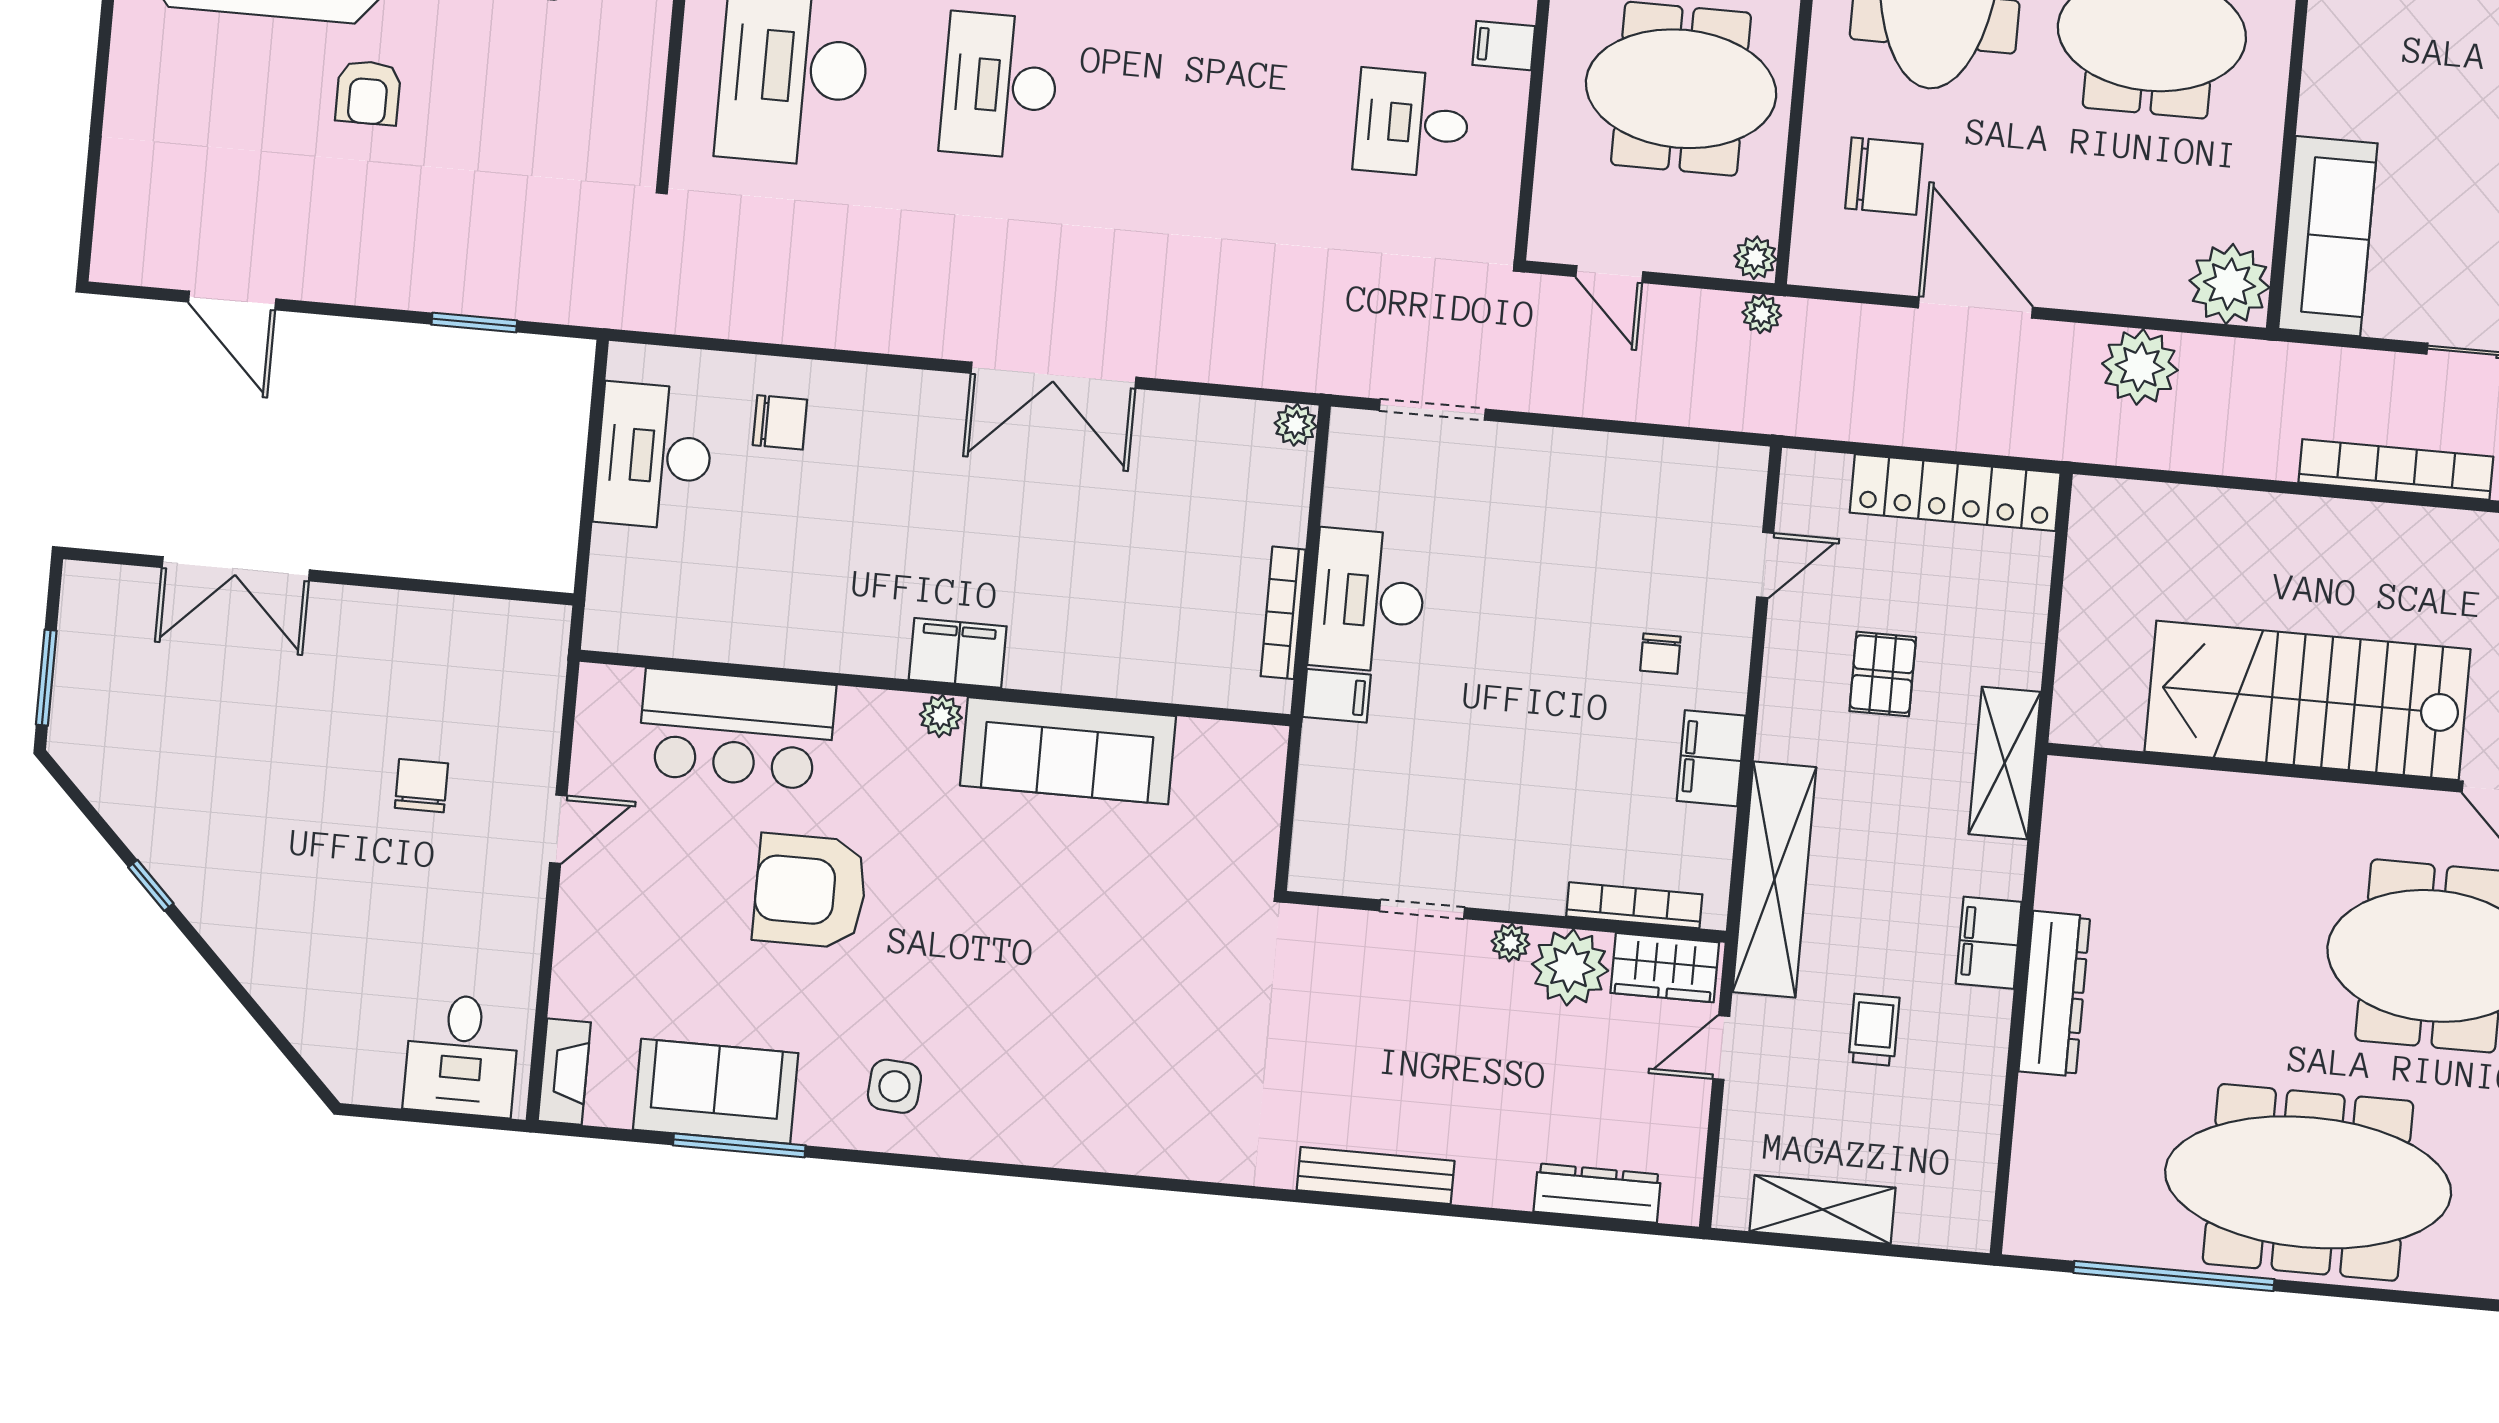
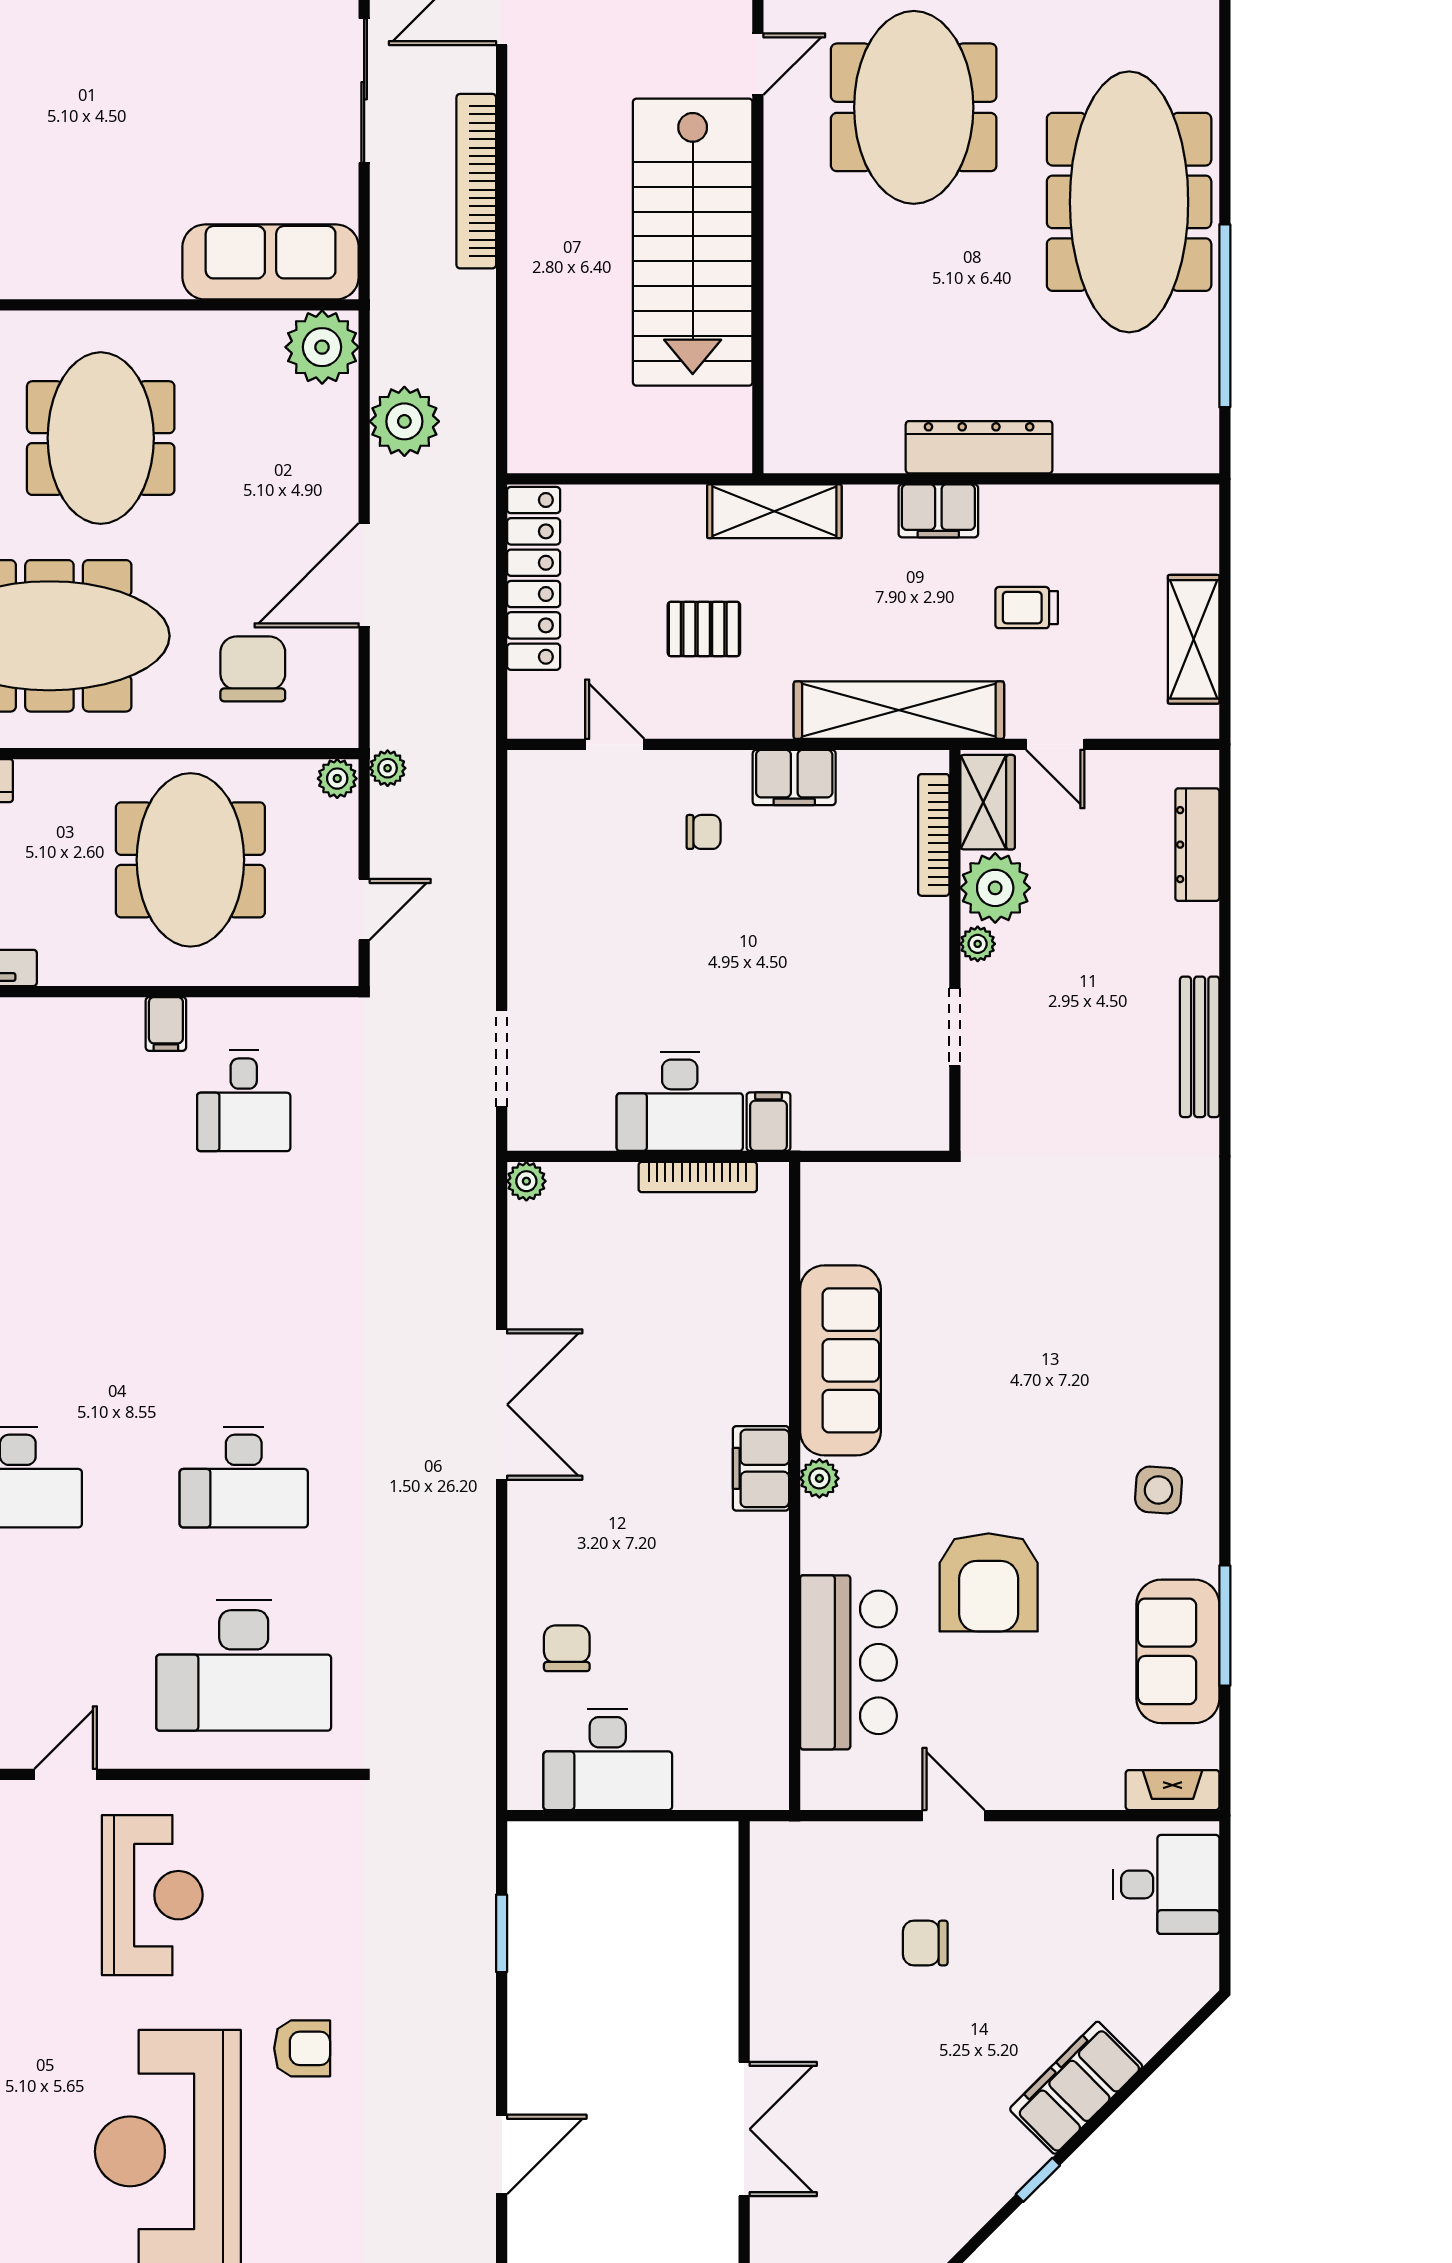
filing cabinet: (248, 936) -> (1076, 2088), added

